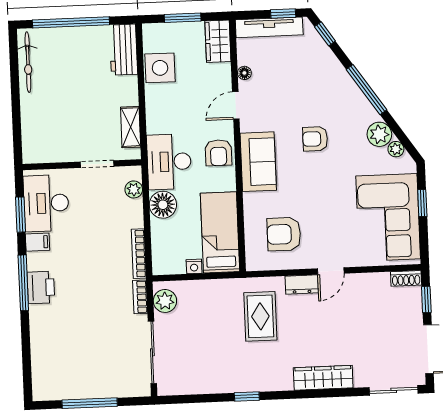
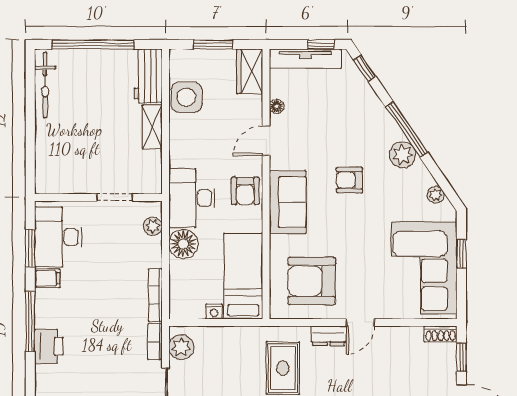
shelving: (131, 127) -> (152, 127), moved
plant: (379, 134) -> (402, 155), moved
armchair: (284, 234) -> (312, 281), width x1.36, depth x1.36
printer: (41, 287) -> (49, 346), moved

